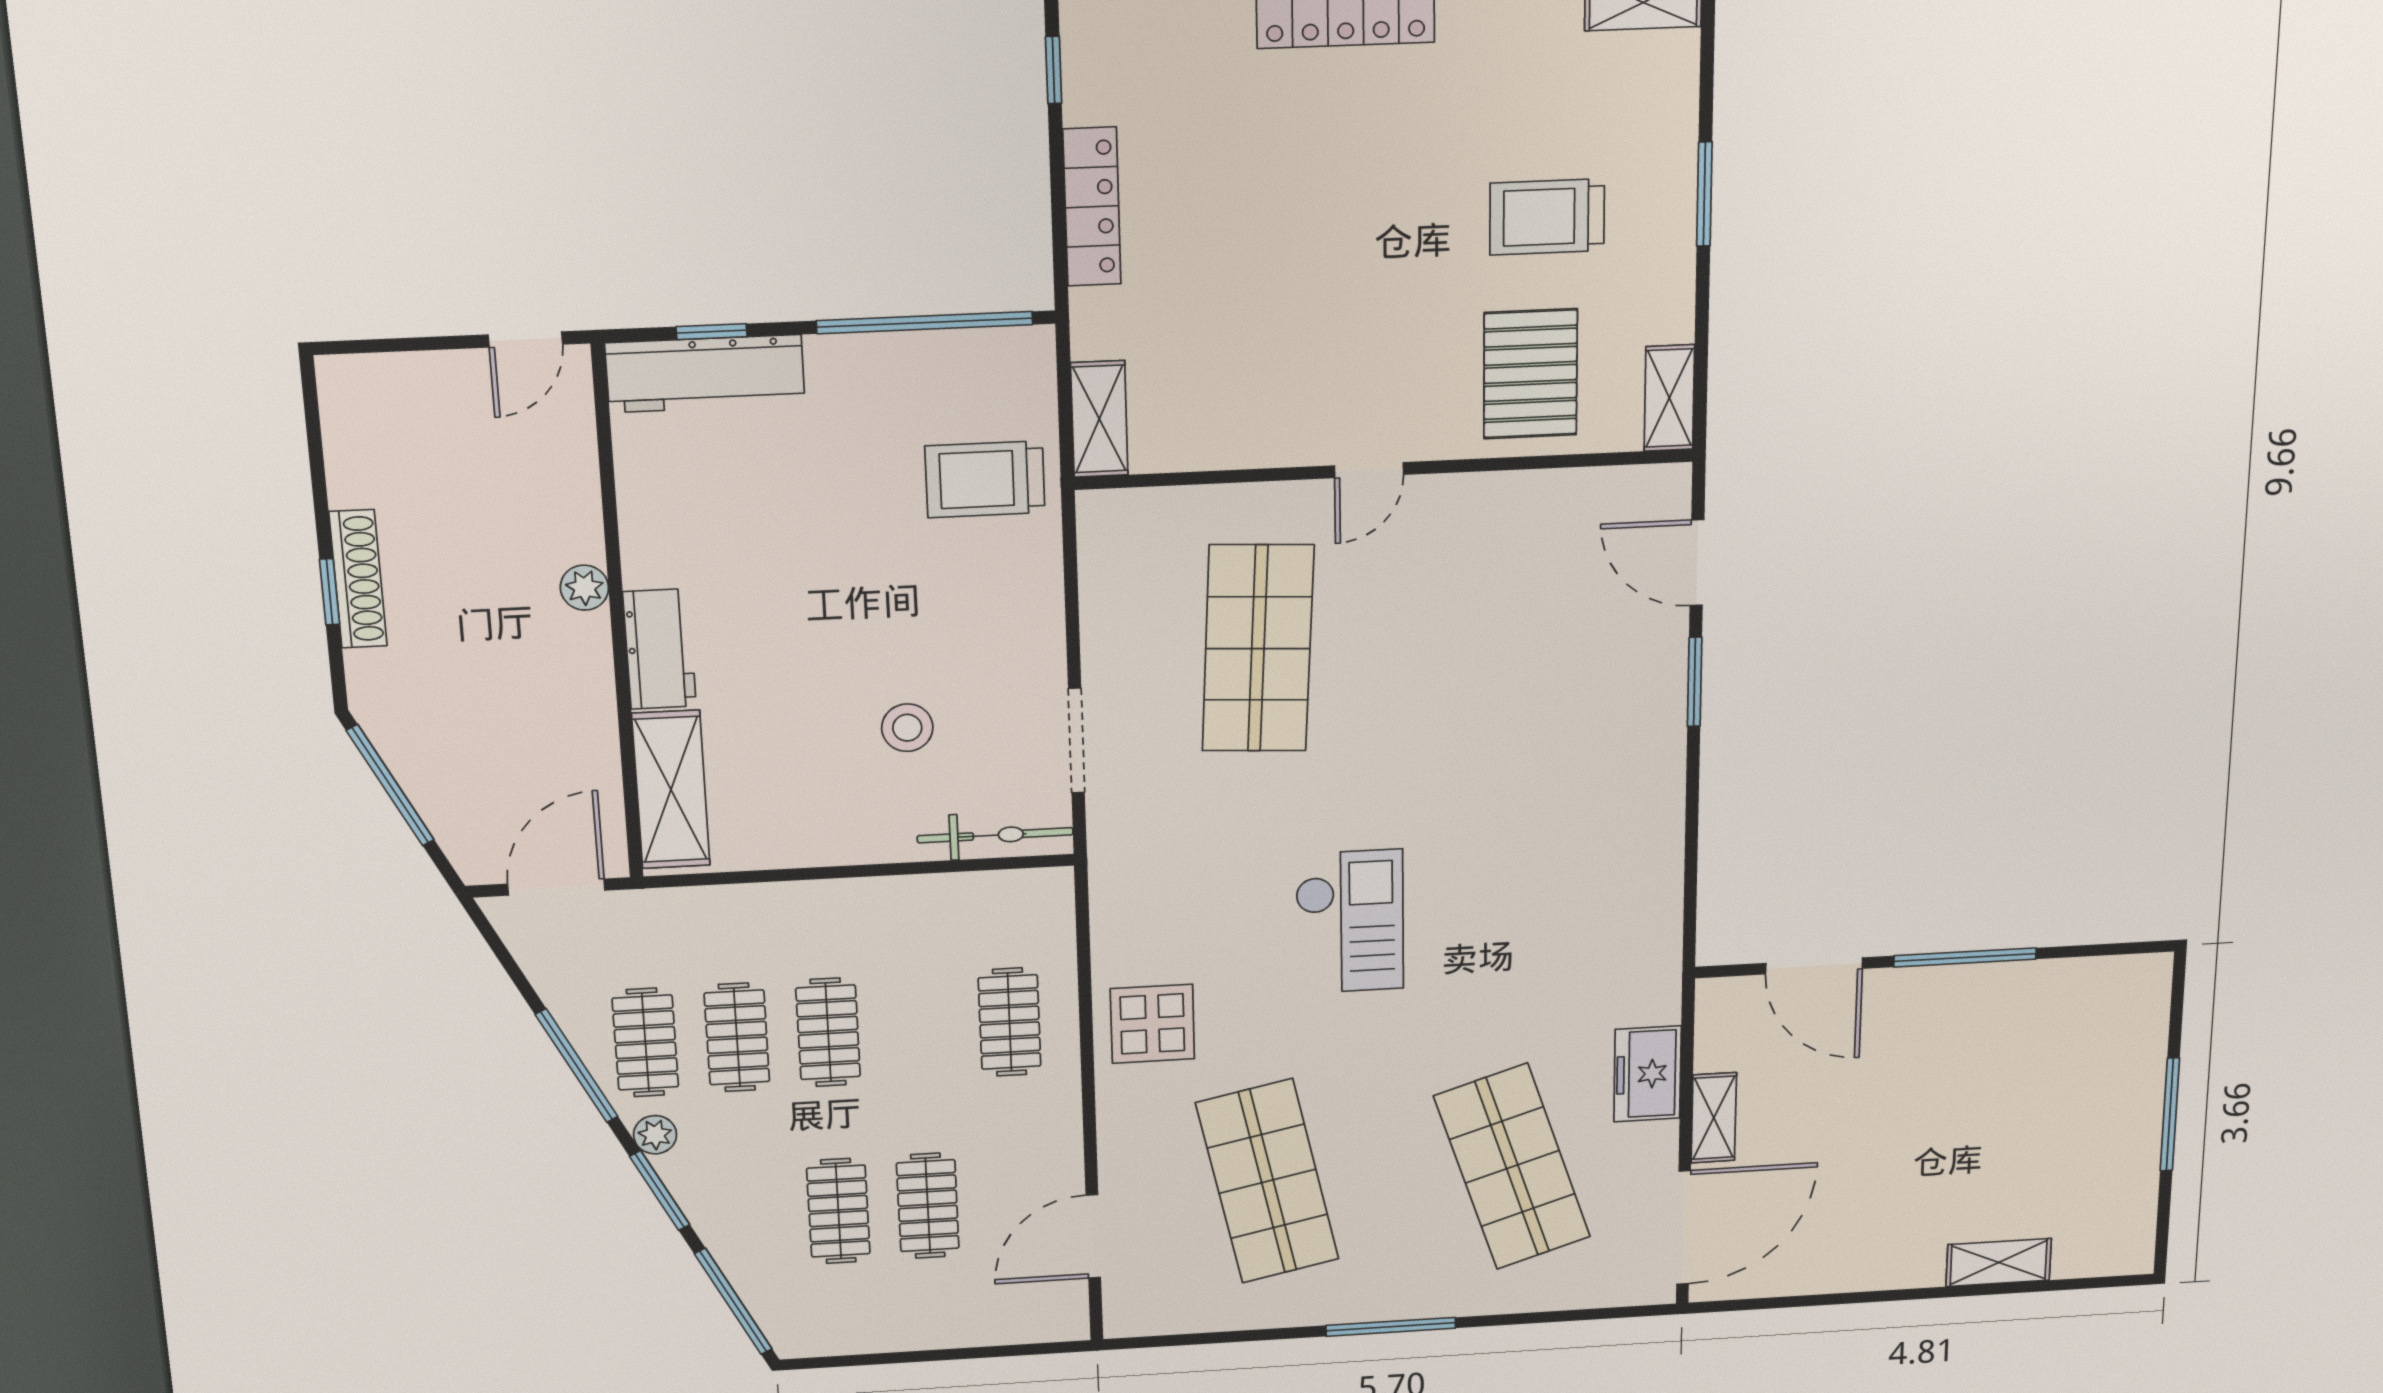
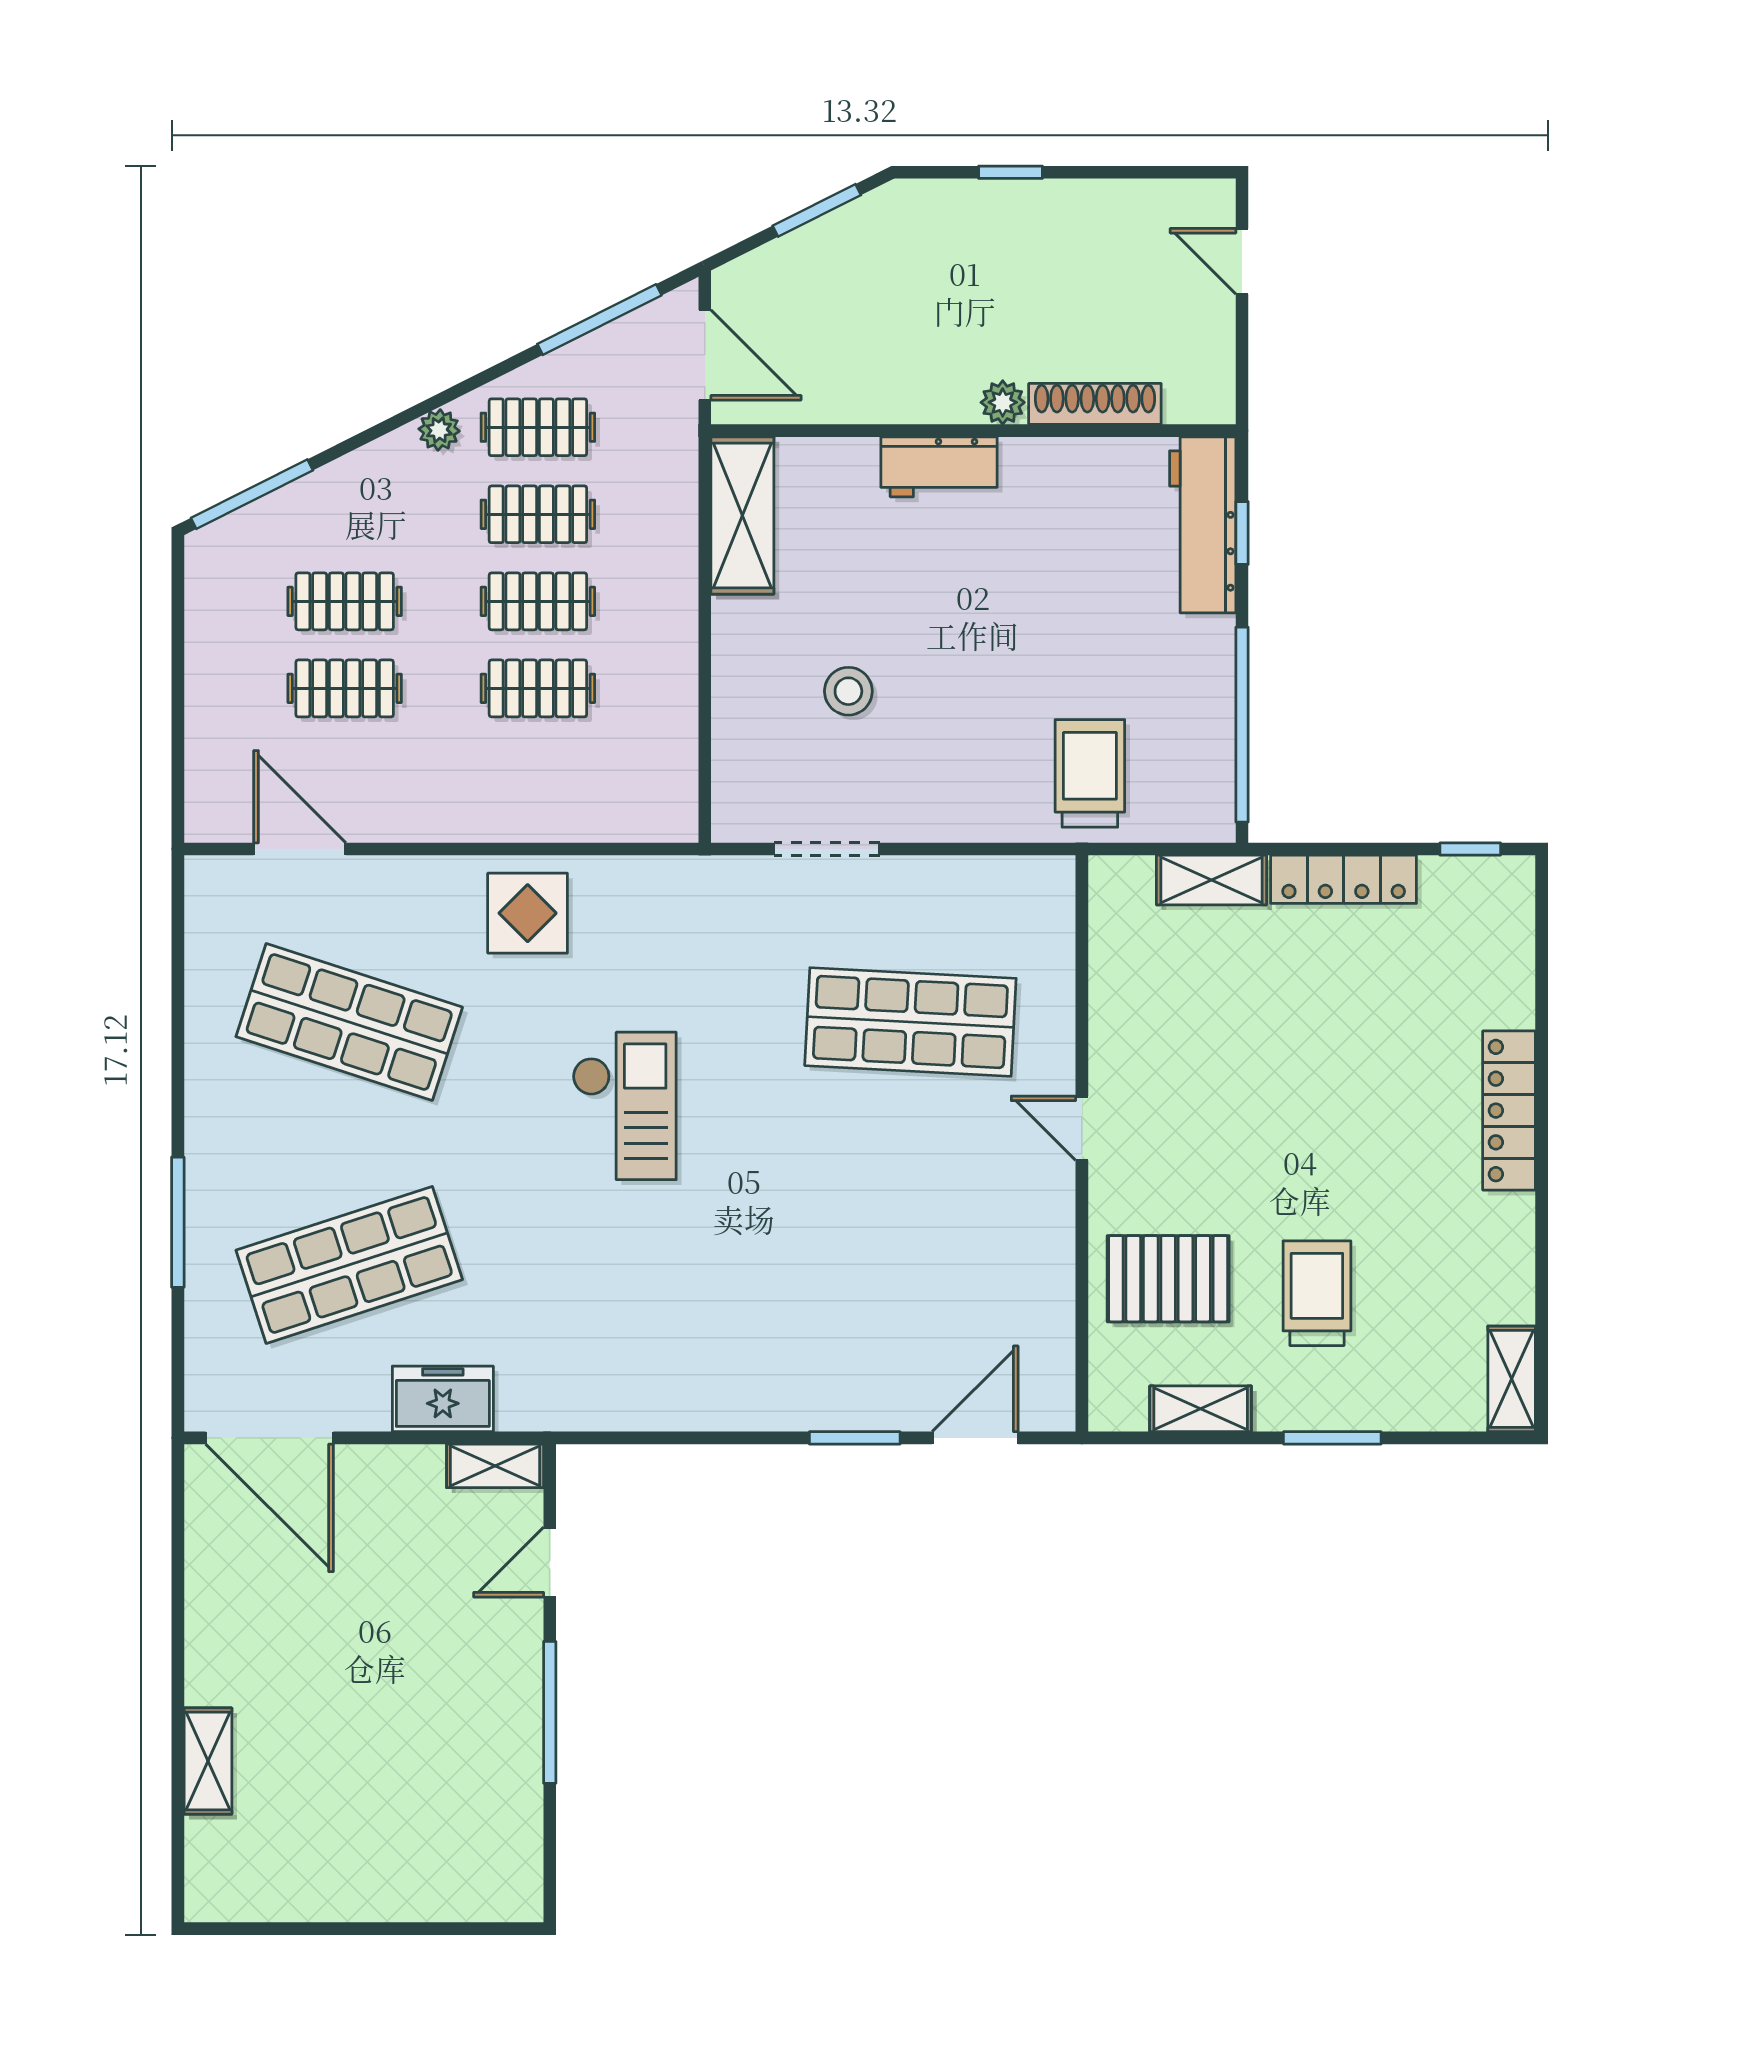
door: (525, 340) -> (1242, 261), moved
shelving: (1669, 398) -> (1201, 1409), moved
shelving: (1099, 419) -> (1212, 880), moved
shoe rack: (358, 579) -> (1095, 404), moved, turned 180
window: (390, 785) -> (817, 210), width x0.69
shelving: (671, 790) -> (742, 515), moved, turned 90
bicycle: (995, 835) -> (734, 769), removed
checkout: (1350, 922) -> (624, 1106), turned -90
door: (1814, 966) -> (550, 1562), width x0.73
clothes rail: (1010, 1022) -> (538, 688), moved
window: (577, 1066) -> (599, 320), moved
window: (2170, 1114) -> (364, 1929), removed
shelving: (1714, 1118) -> (495, 1466), moved
shop shelf: (1267, 1181) -> (349, 1022), turned 30
window: (660, 1191) -> (378, 431), removed
window: (1391, 1327) -> (178, 1222), moved

